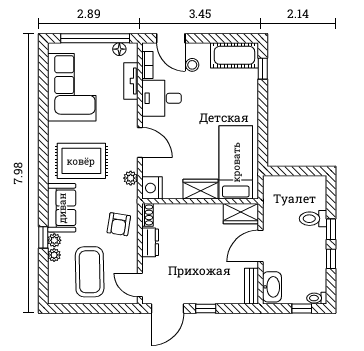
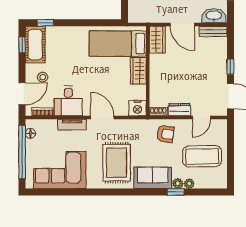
window: (234, 38) -> (22, 45), added
tv unit: (131, 81) -> (72, 125), moved
door: (140, 142) -> (102, 118), hinge flipped
plant: (131, 178) -> (130, 125), removed
door: (140, 285) -> (201, 118), moved

